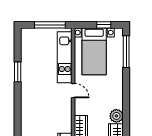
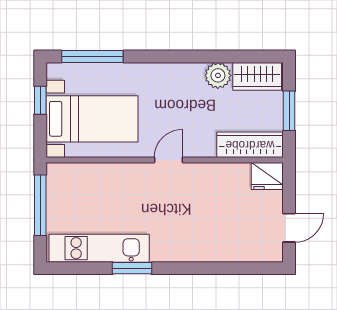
kitchen unit: (65, 57) -> (99, 248), moved, turned 180

